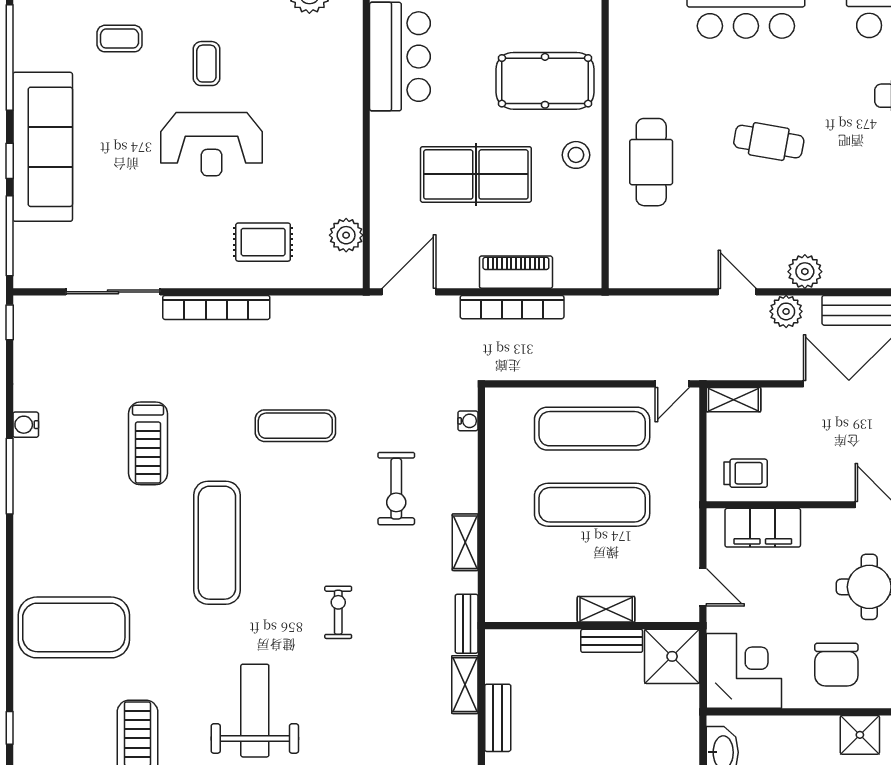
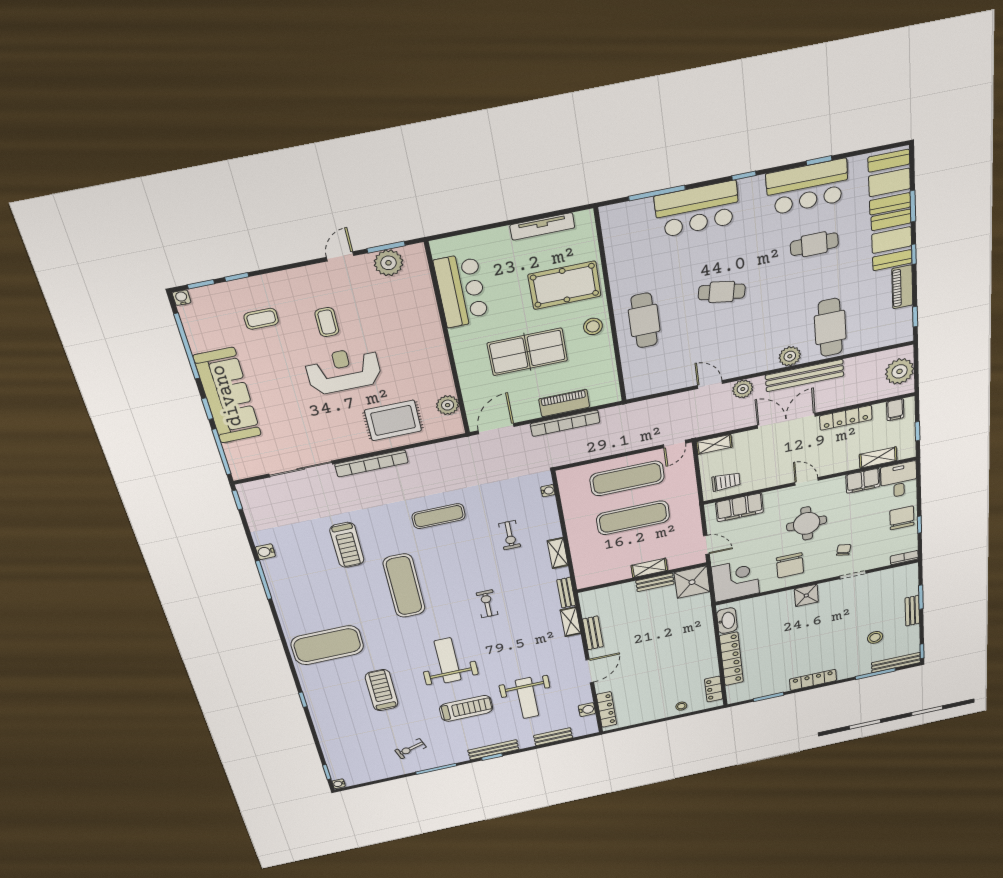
reception desk: (211, 144) -> (343, 370), turned 180
rug: (263, 242) -> (393, 420), width x1.36, depth x1.43
plant: (805, 272) -> (790, 356), moved
exercise bike: (396, 489) -> (510, 535), width x0.73, depth x0.72

